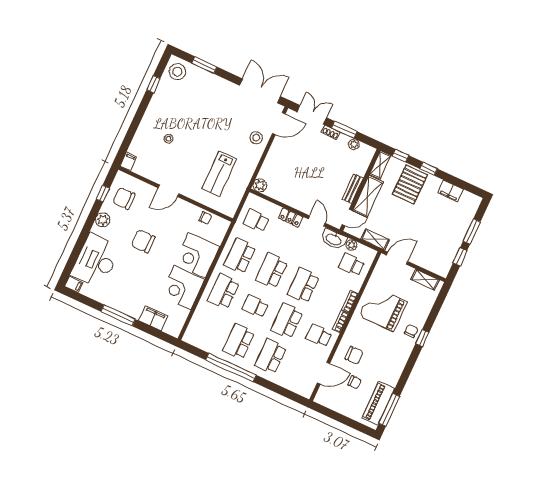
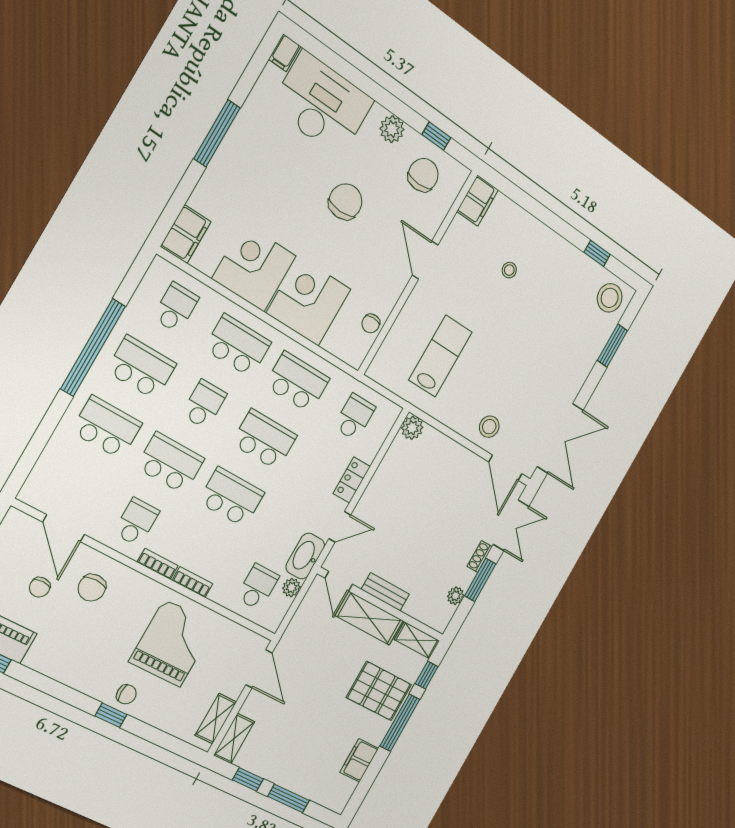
filing cabinet: (128, 162) -> (478, 201), width x2.00
window: (429, 169) -> (400, 723), width x2.17
lab bench: (219, 174) -> (440, 356), turned 90
shelving: (375, 239) -> (234, 738), moved
filing cabinet: (153, 318) -> (186, 234), moved
school desk: (207, 327) -> (176, 308), added

